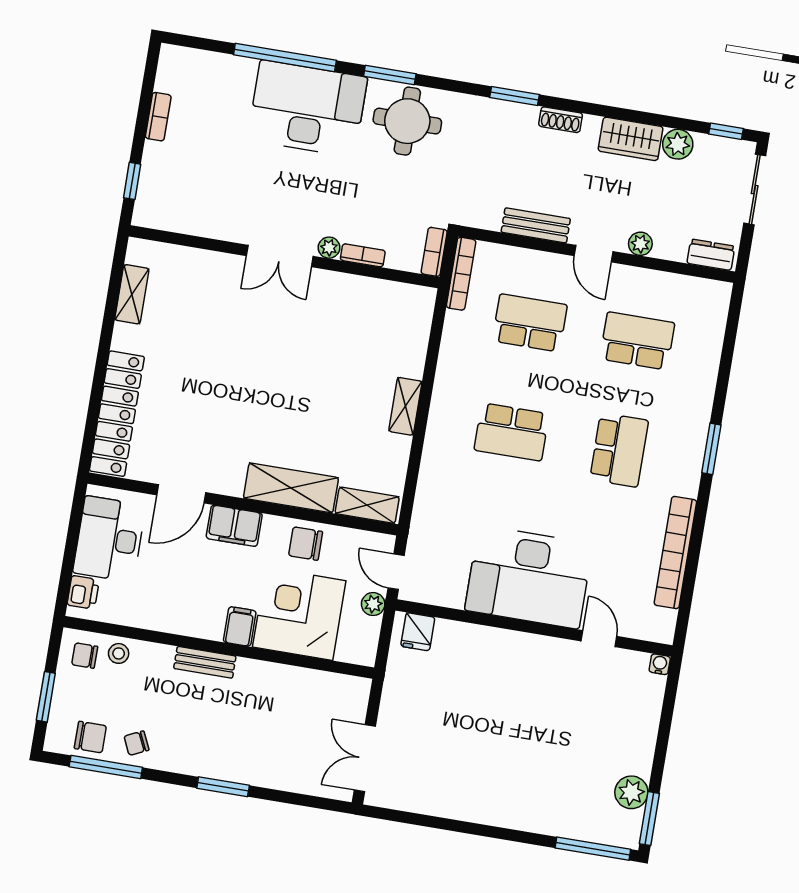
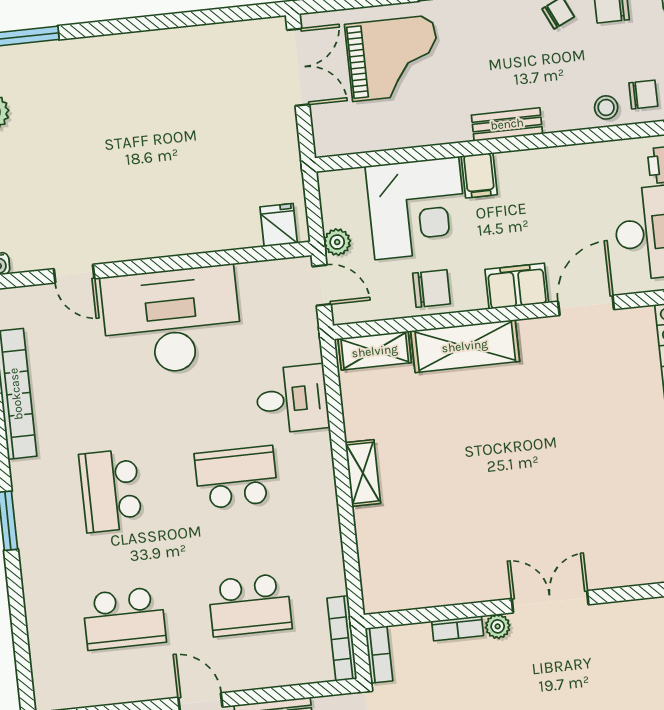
desk: (447, 484) -> (292, 399), added
grand piano: (284, 744) -> (393, 58), added

